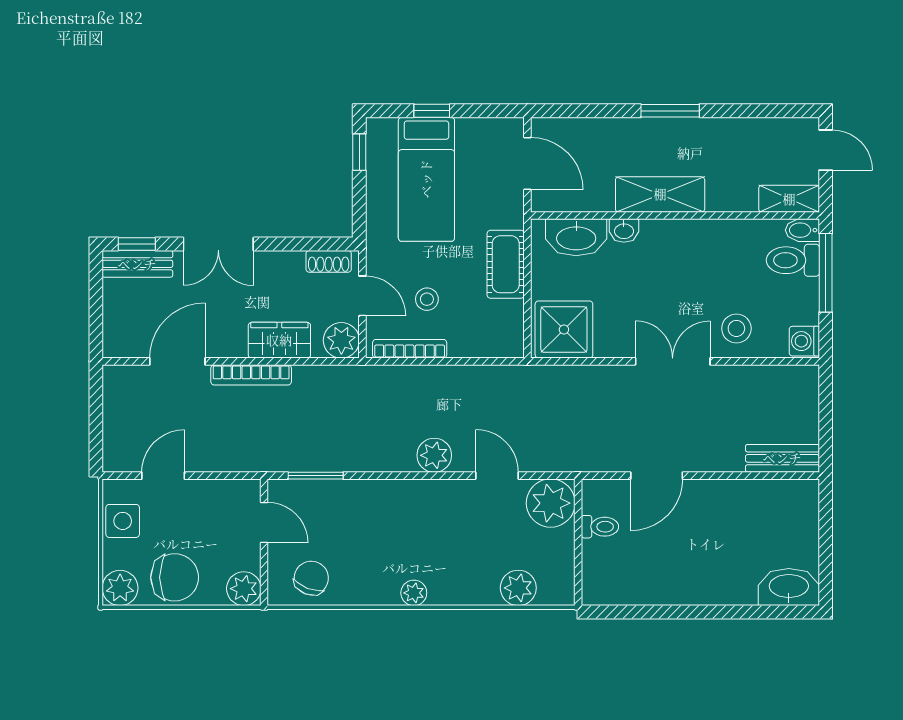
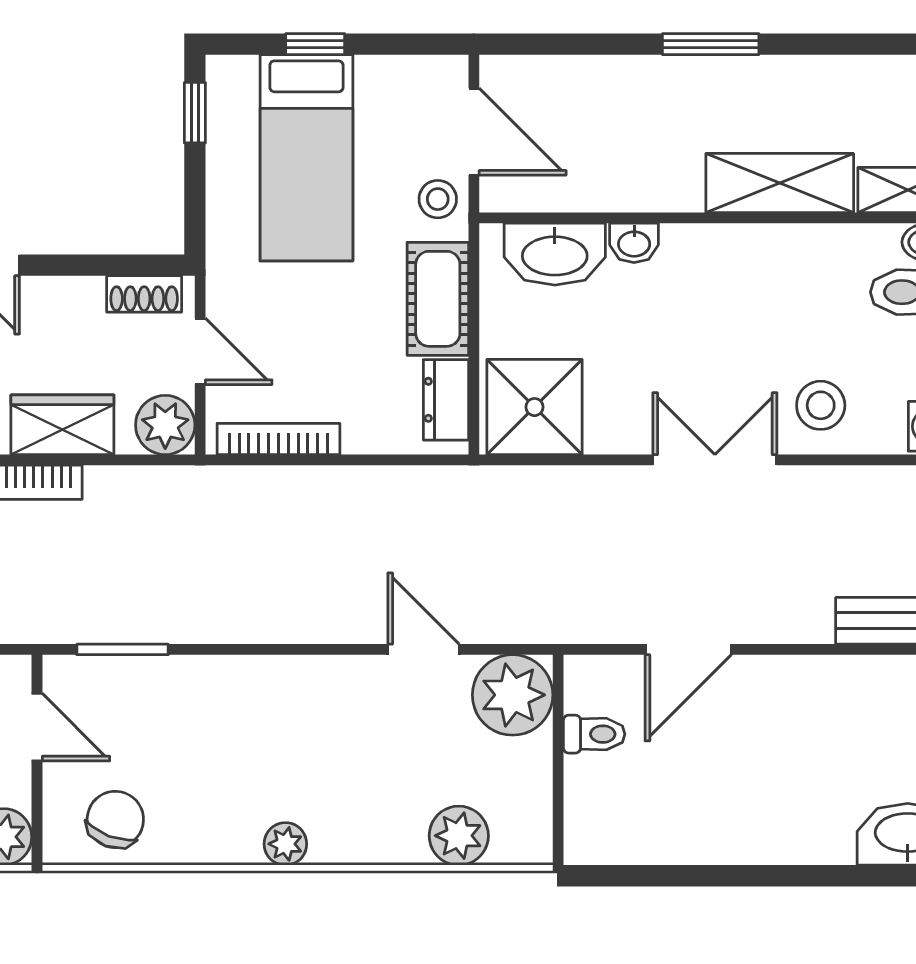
shelving: (660, 194) -> (780, 183), moved
stool: (427, 299) -> (438, 199), moved
dresser: (511, 325) -> (446, 400), added
plant: (434, 455) -> (319, 616), removed

